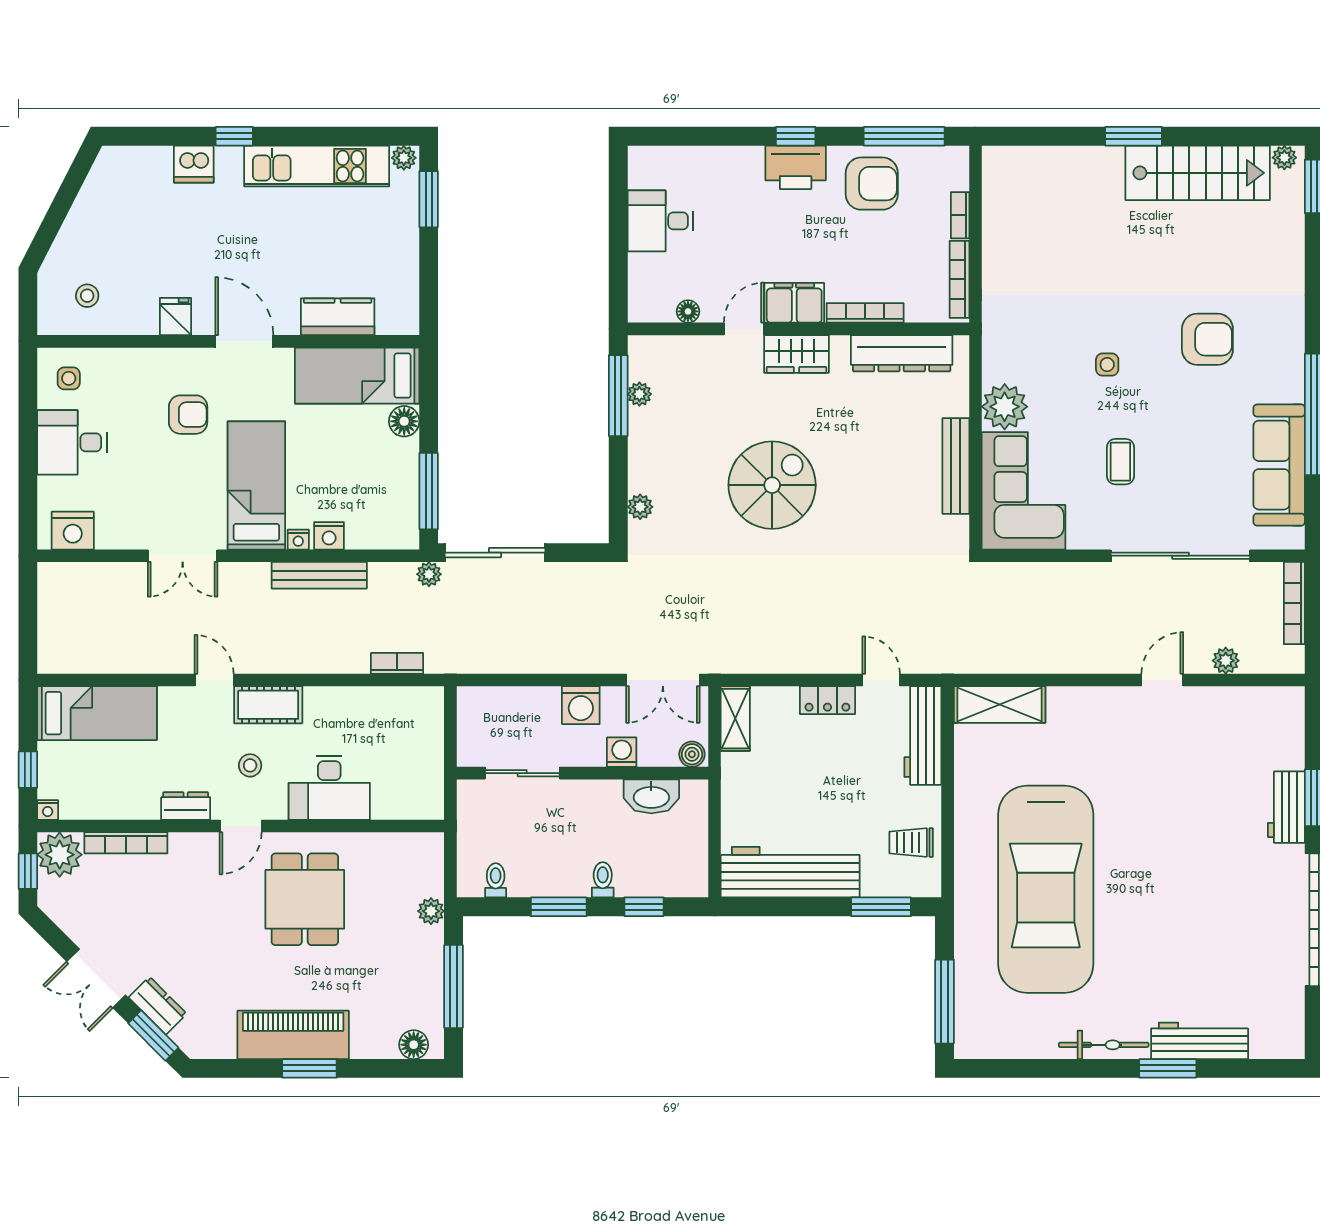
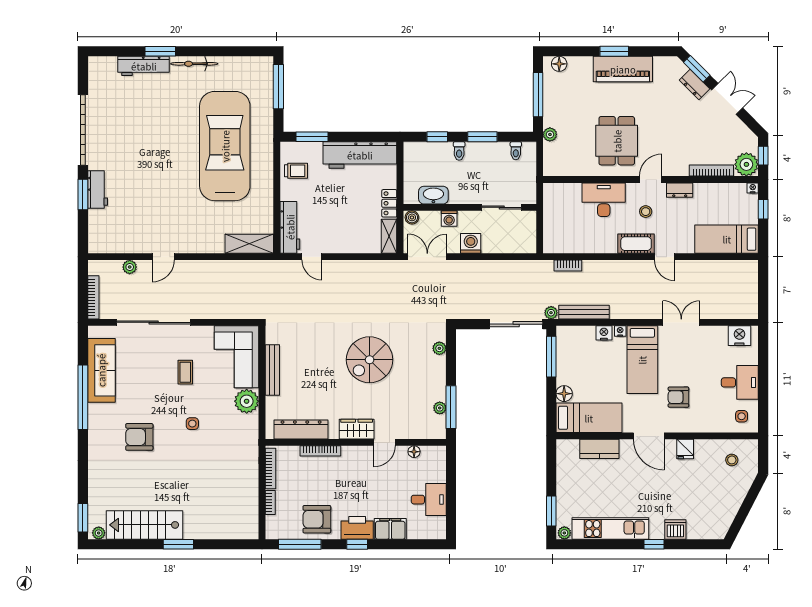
filing cabinet: (794, 303) -> (390, 529), moved, turned 180
bench: (319, 575) -> (584, 312), moved
locker: (827, 700) -> (389, 203), moved, turned -90

